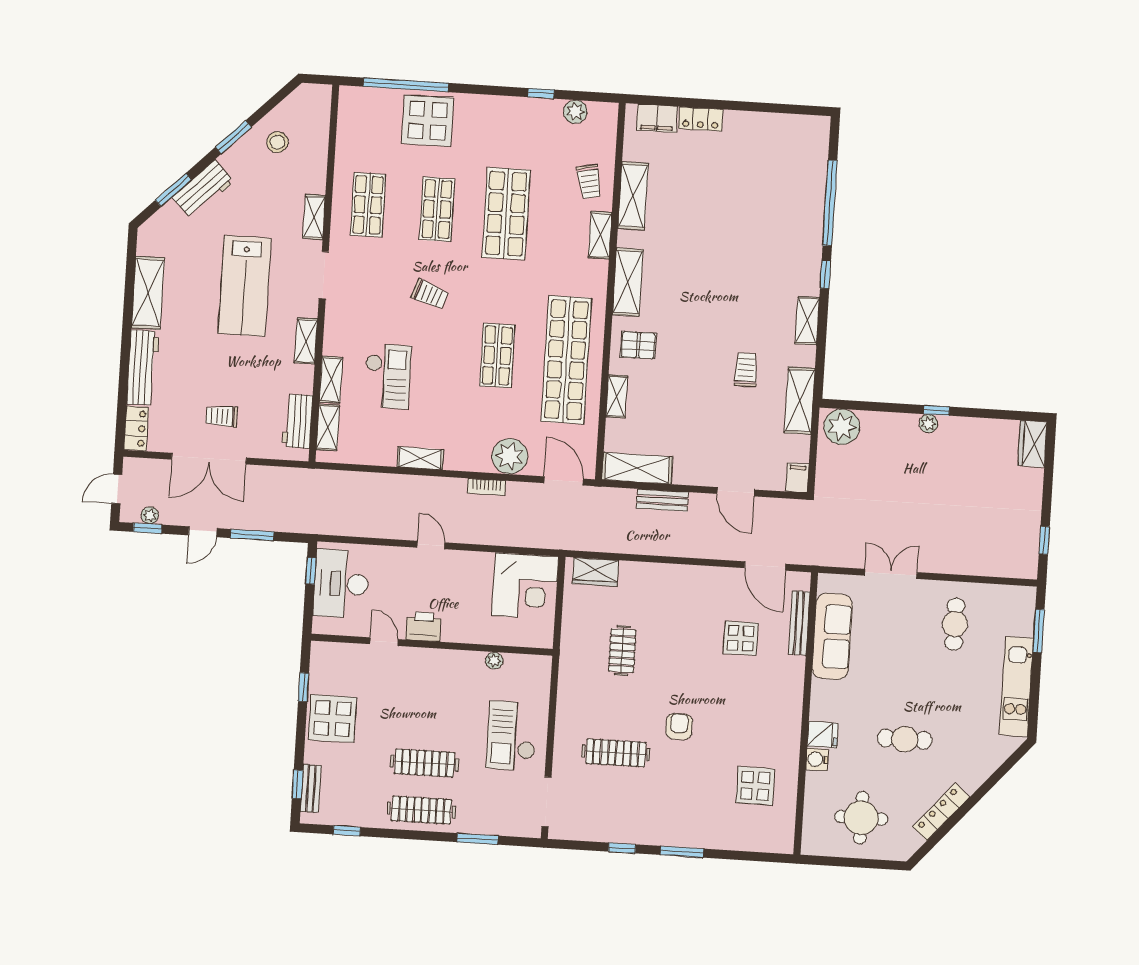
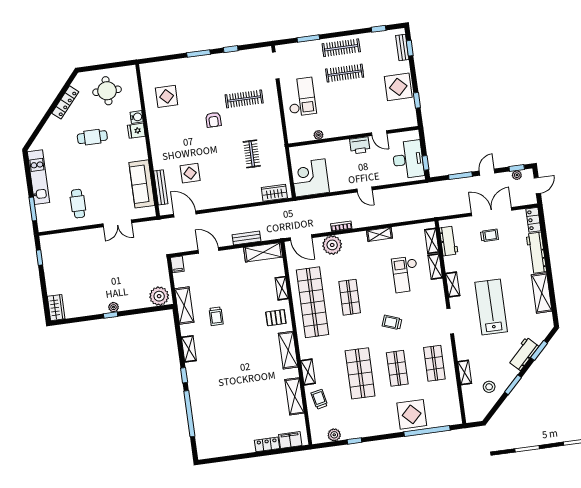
shelving: (314, 217) -> (465, 373), moved

